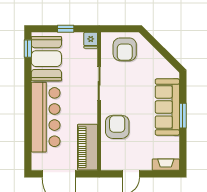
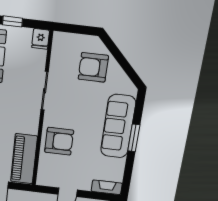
armchair: (125, 49) -> (93, 67), moved, turned 90
armchair: (117, 127) -> (59, 141), turned 90

